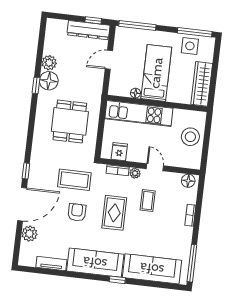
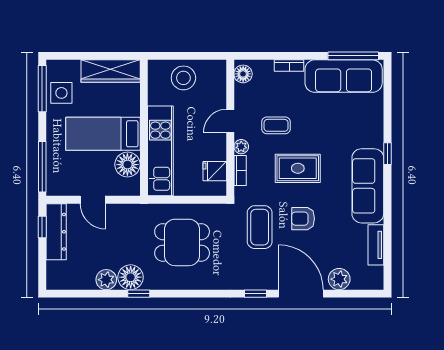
floor lamp: (135, 93) -> (127, 165), width x1.89, depth x1.89
sofa: (152, 269) -> (344, 76), moved, turned -90

